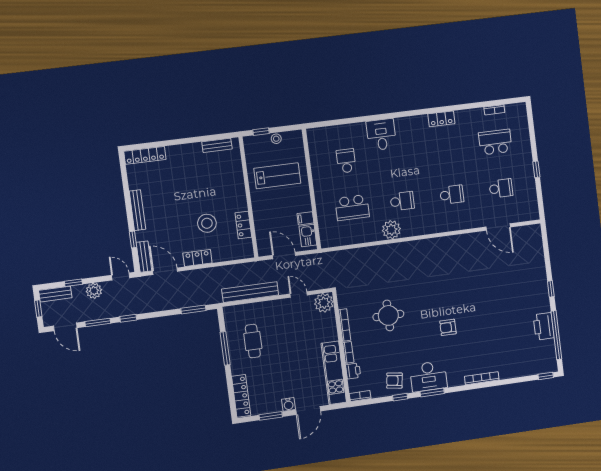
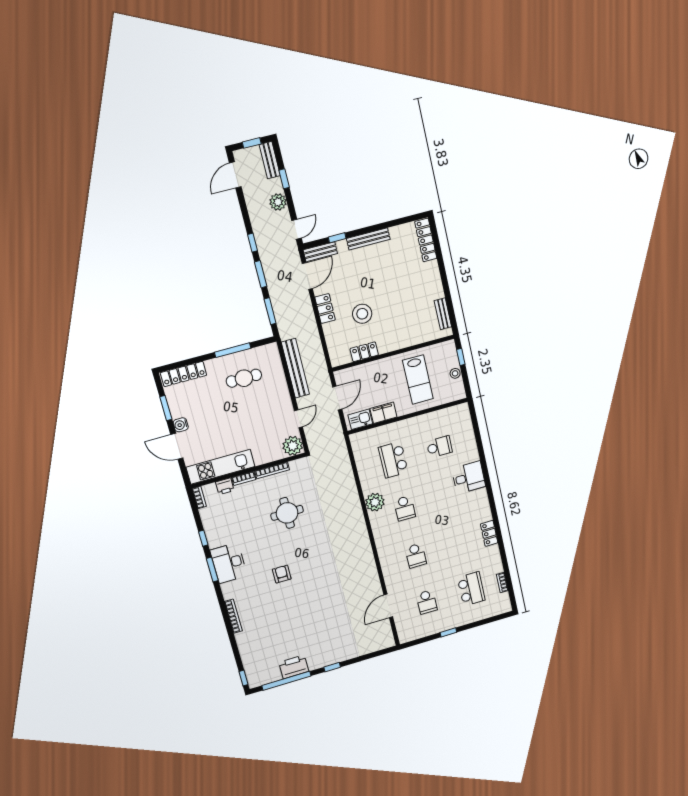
filing cabinet: (305, 218) -> (383, 413), width x2.00
window: (98, 322) -> (261, 274), moved
armchair: (394, 381) -> (220, 530), removed

